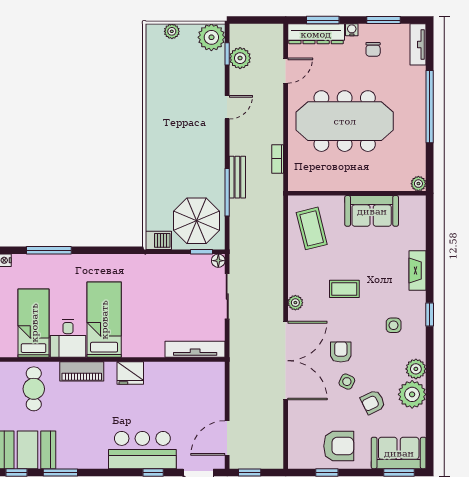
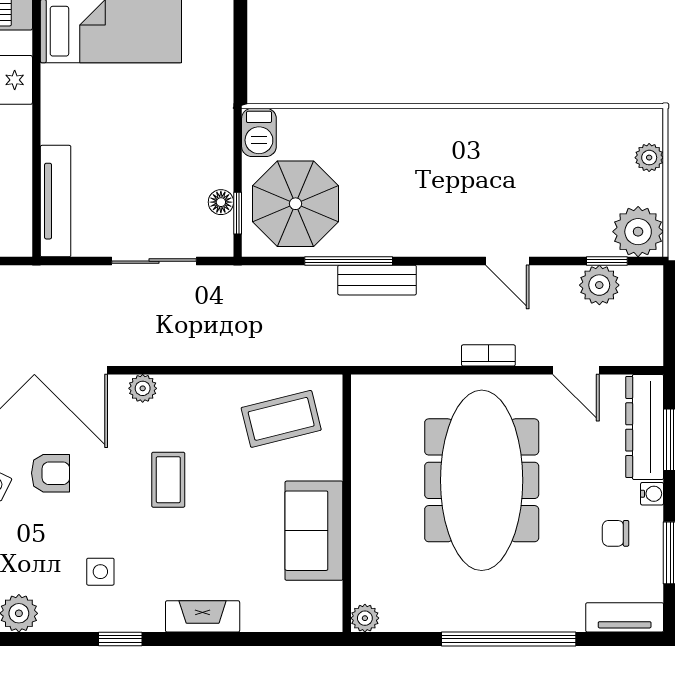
bookcase: (278, 159) -> (488, 355), moved
floor lamp: (218, 261) -> (221, 202), moved

